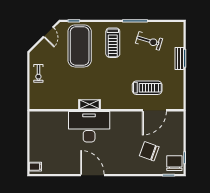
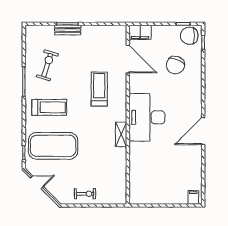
treadmill: (147, 88) -> (99, 89), moved
filing cabinet: (177, 121) -> (140, 32), added
desk: (89, 127) -> (147, 117), moved

